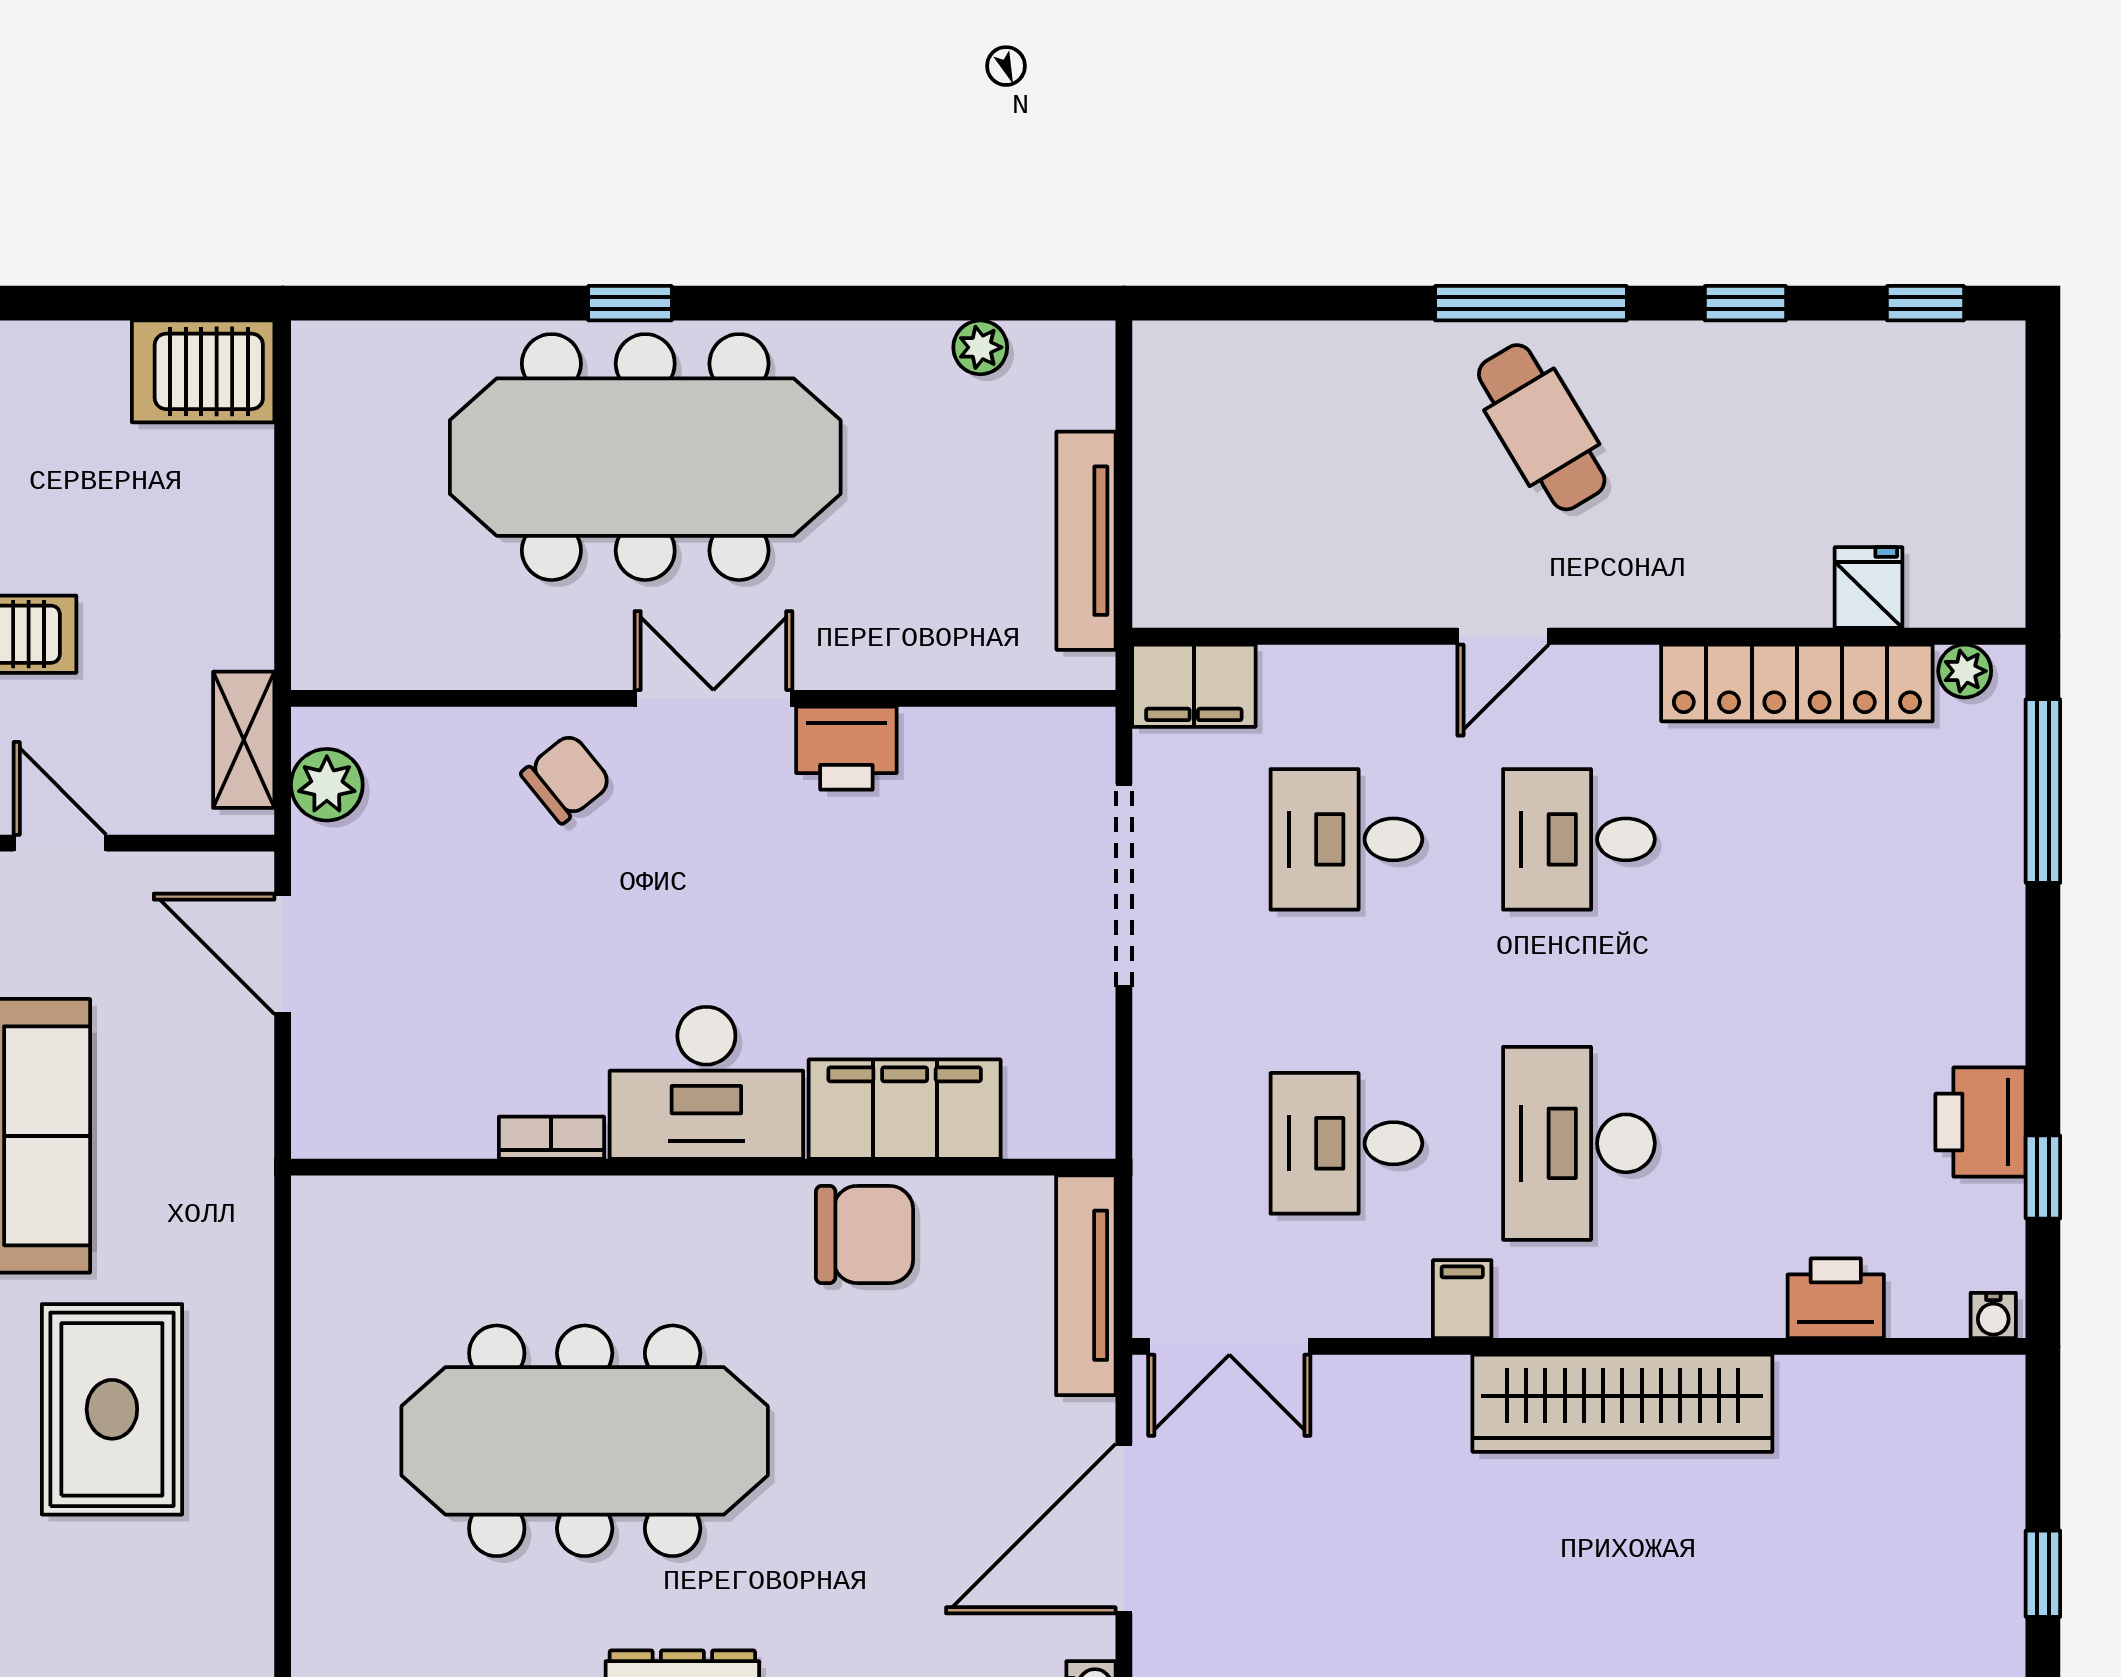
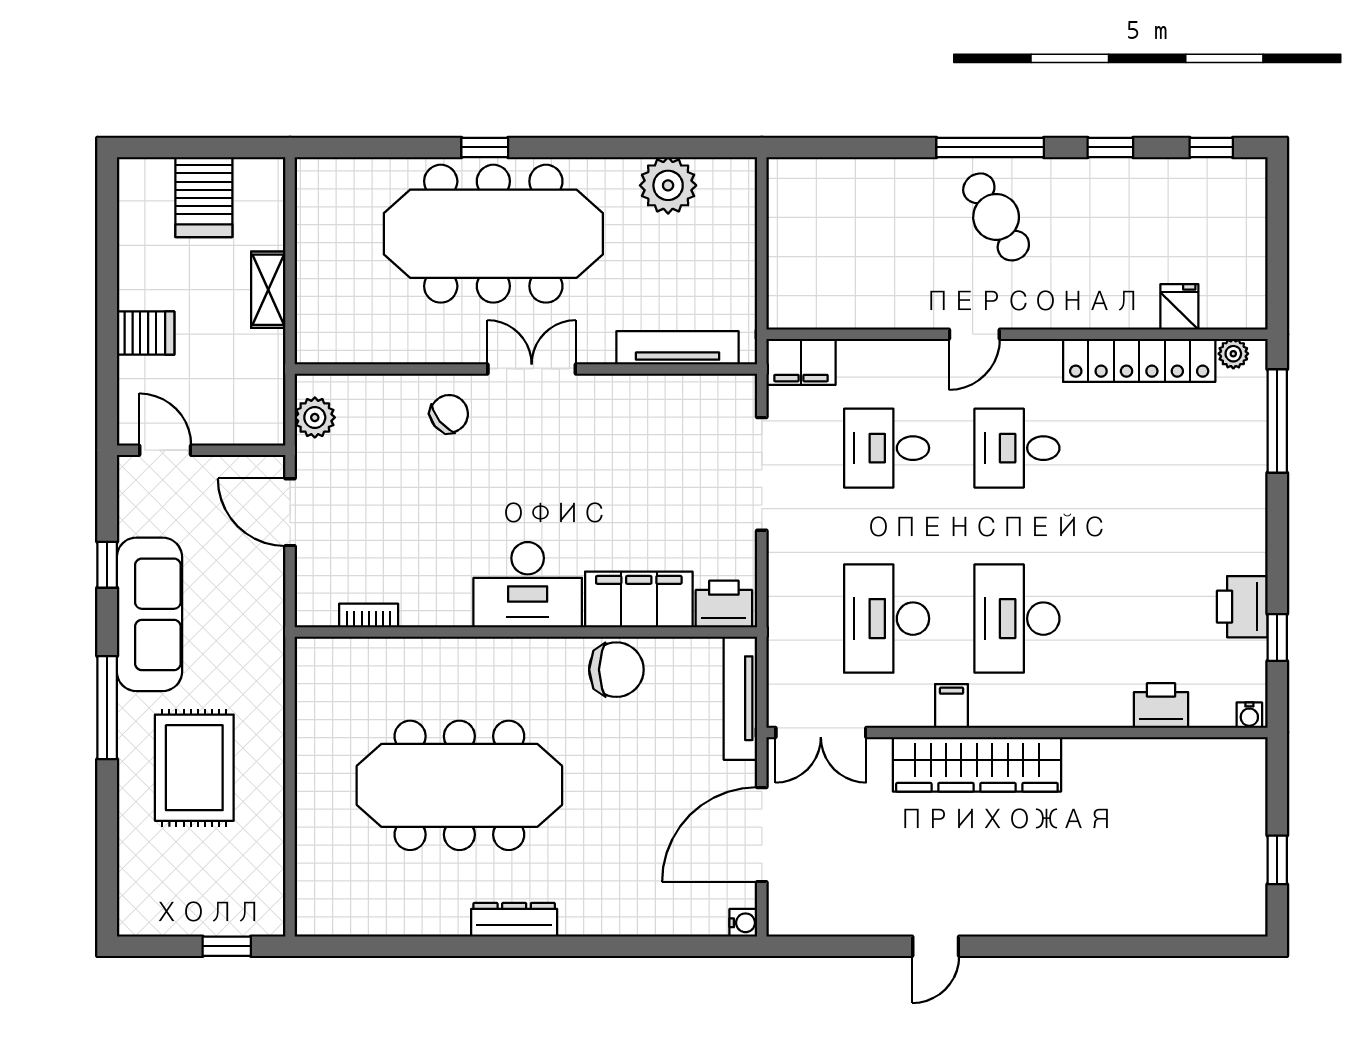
plant: (980, 347) -> (668, 185), width x1.87, depth x1.87
server rack: (203, 371) -> (204, 197), moved, turned -90
tv unit: (1086, 541) -> (678, 348), moved, turned 90
shelving: (244, 740) -> (268, 290), moved
printer: (846, 748) -> (724, 604), moved, turned 180
bookcase: (551, 1138) -> (369, 615), moved
desk: (1346, 1143) -> (887, 619), width x1.37
wardrobe: (1622, 1403) -> (977, 764), moved

